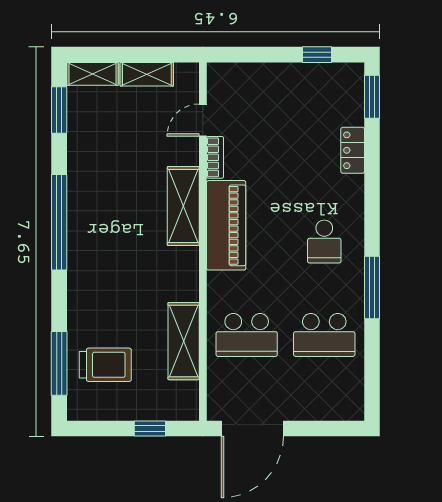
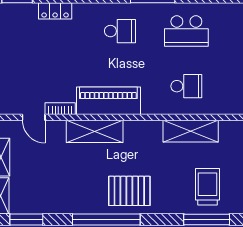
pallet: (99, 255) -> (129, 191), added
school desk: (247, 335) -> (186, 86), width x0.54
school desk: (324, 335) -> (186, 31), turned 90

